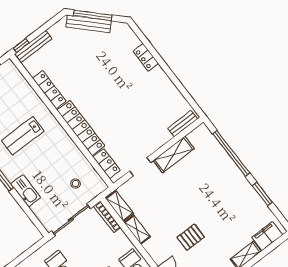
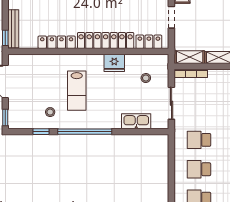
fridge: (68, 149) -> (114, 63), added
kitchen sink: (26, 191) -> (136, 121), moved
sliding door: (71, 220) -> (171, 103), width x0.73

